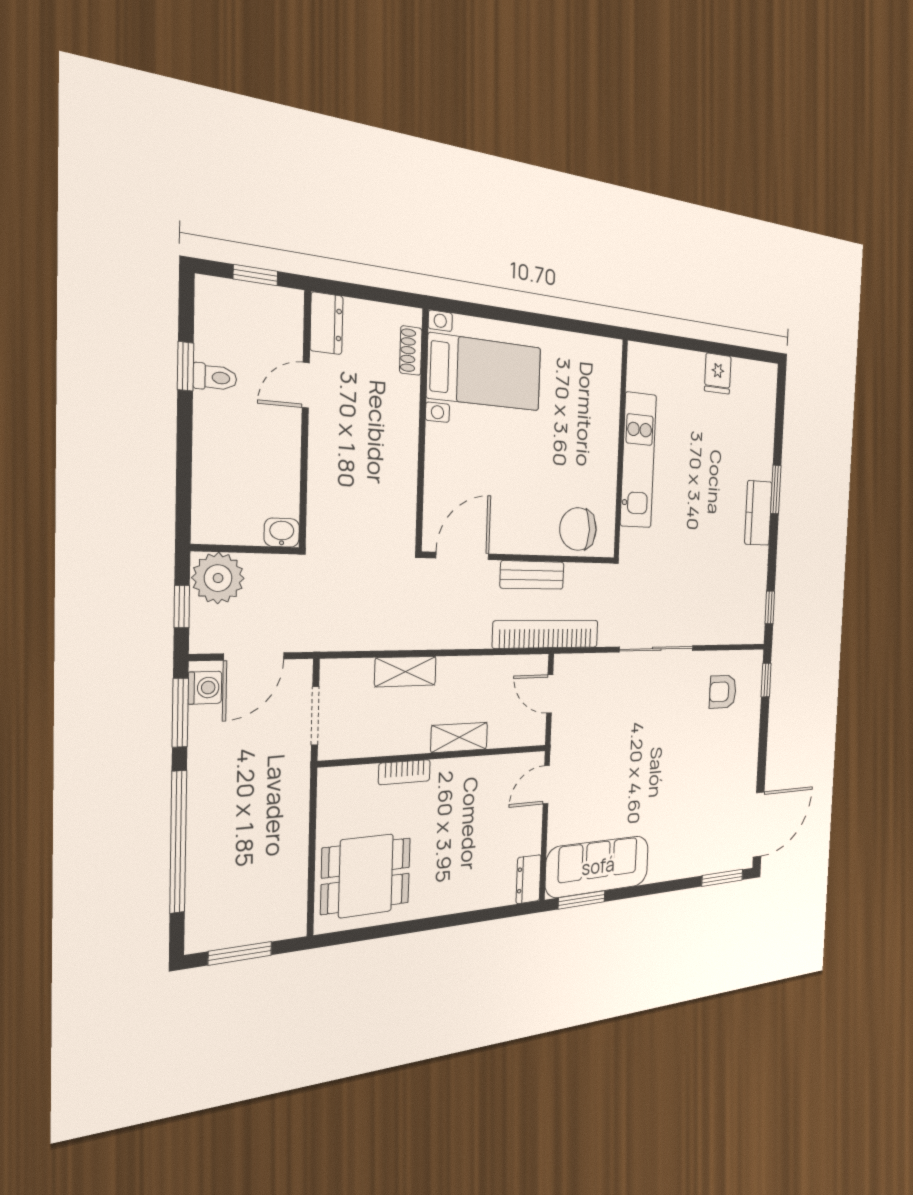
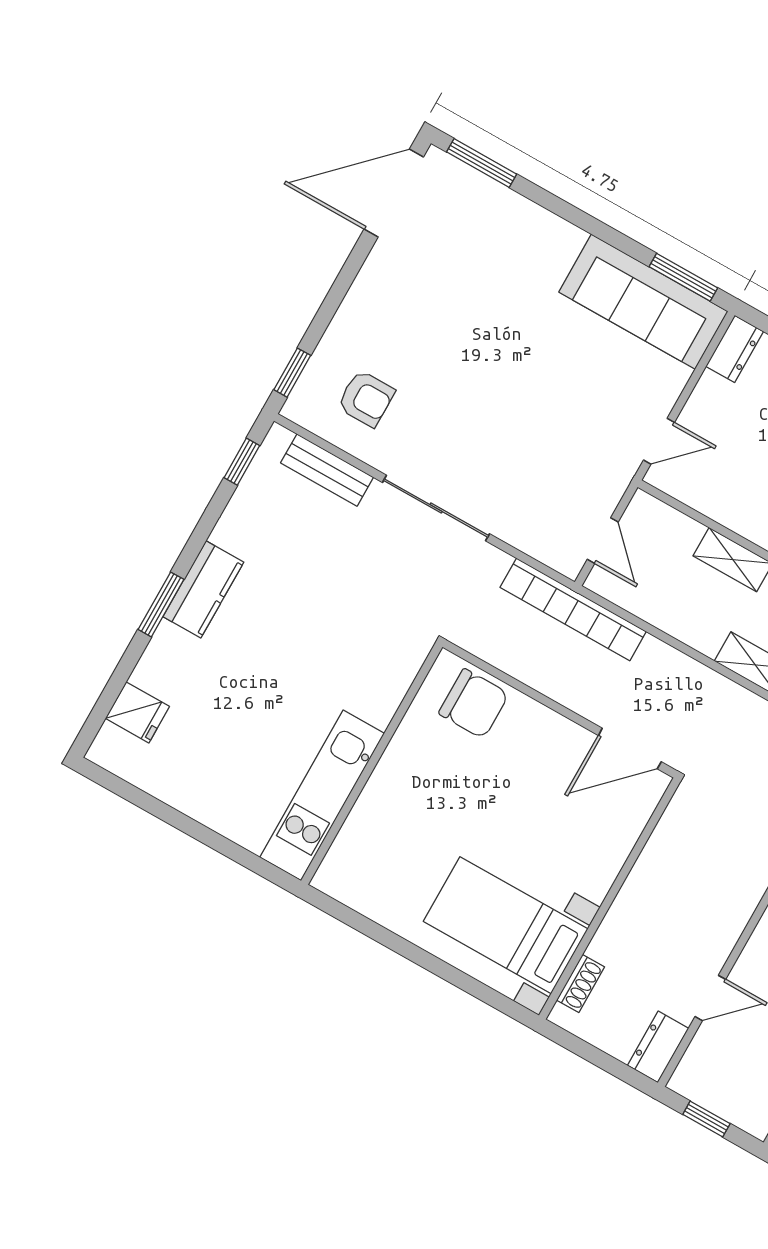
fridge: (718, 374) -> (137, 712), moved, turned 90
kitchen unit: (638, 460) -> (322, 795), moved
bench: (532, 575) -> (327, 470), moved

